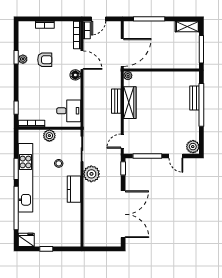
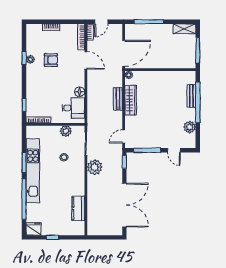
floor lamp: (75, 75) -> (80, 92), moved
plant: (49, 136) -> (66, 131), moved
plant: (193, 147) -> (190, 127), moved
kitchen counter: (74, 189) -> (78, 208), moved

